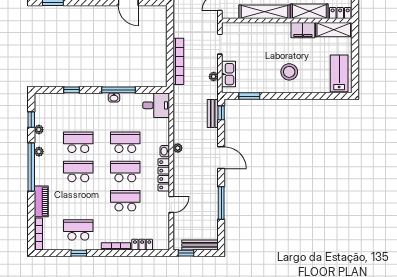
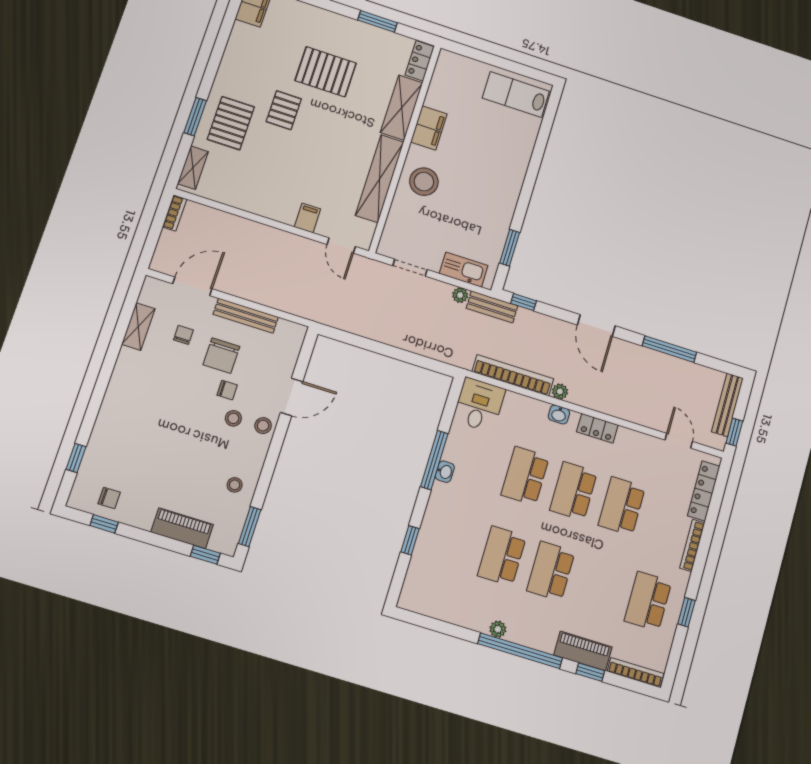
shelving: (334, 30) -> (443, 80), removed
bookcase: (178, 61) -> (513, 375), moved
stool: (289, 72) -> (424, 182), moved
bench: (213, 114) -> (492, 307), moved
window: (31, 120) -> (590, 672), moved
plant: (39, 130) -> (460, 618), removed
door: (221, 158) -> (596, 325), swing flipped
locker: (164, 175) -> (597, 428), width x0.66
door: (171, 204) -> (679, 441), moved
locker: (142, 245) -> (704, 491), width x1.53

